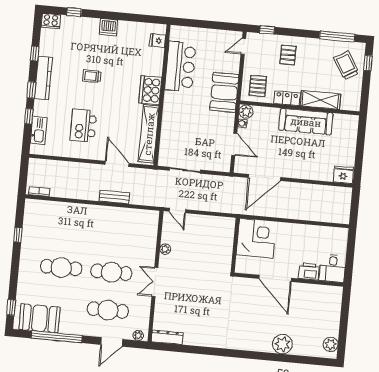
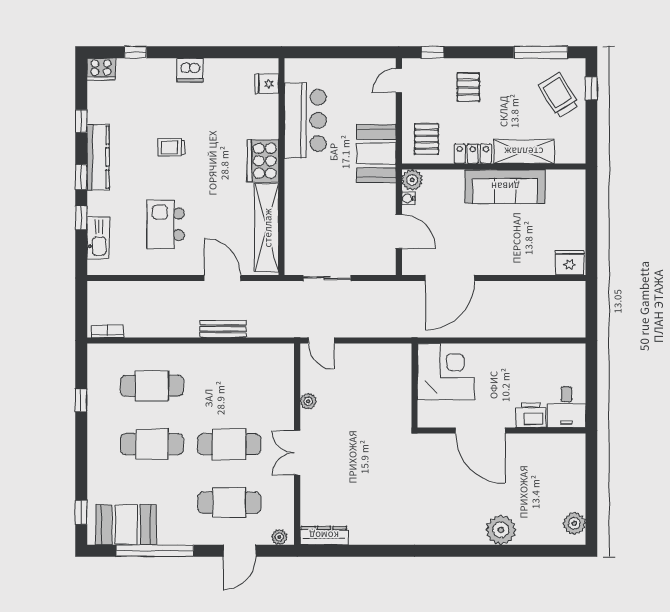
cafe table: (65, 230) -> (152, 386), added

